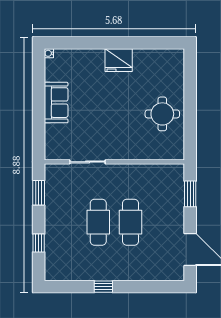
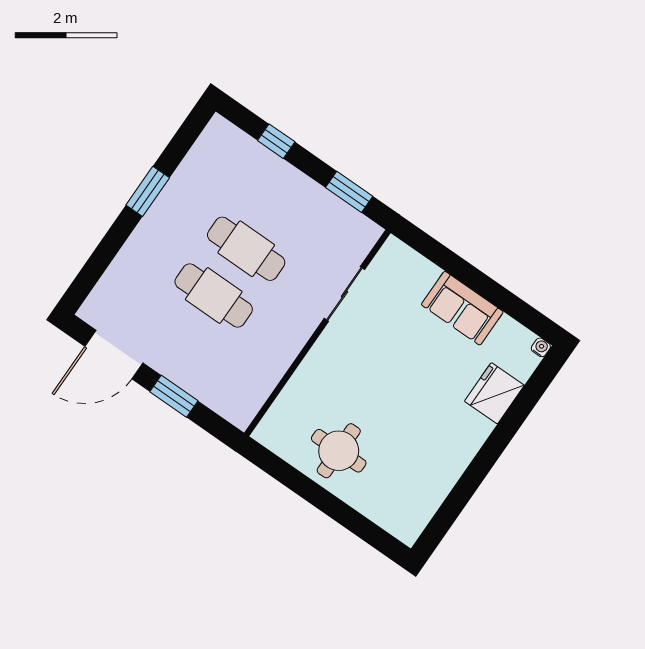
fridge: (119, 60) -> (494, 393), moved
window: (190, 194) -> (174, 396), moved
window: (103, 287) -> (148, 191), width x1.50

